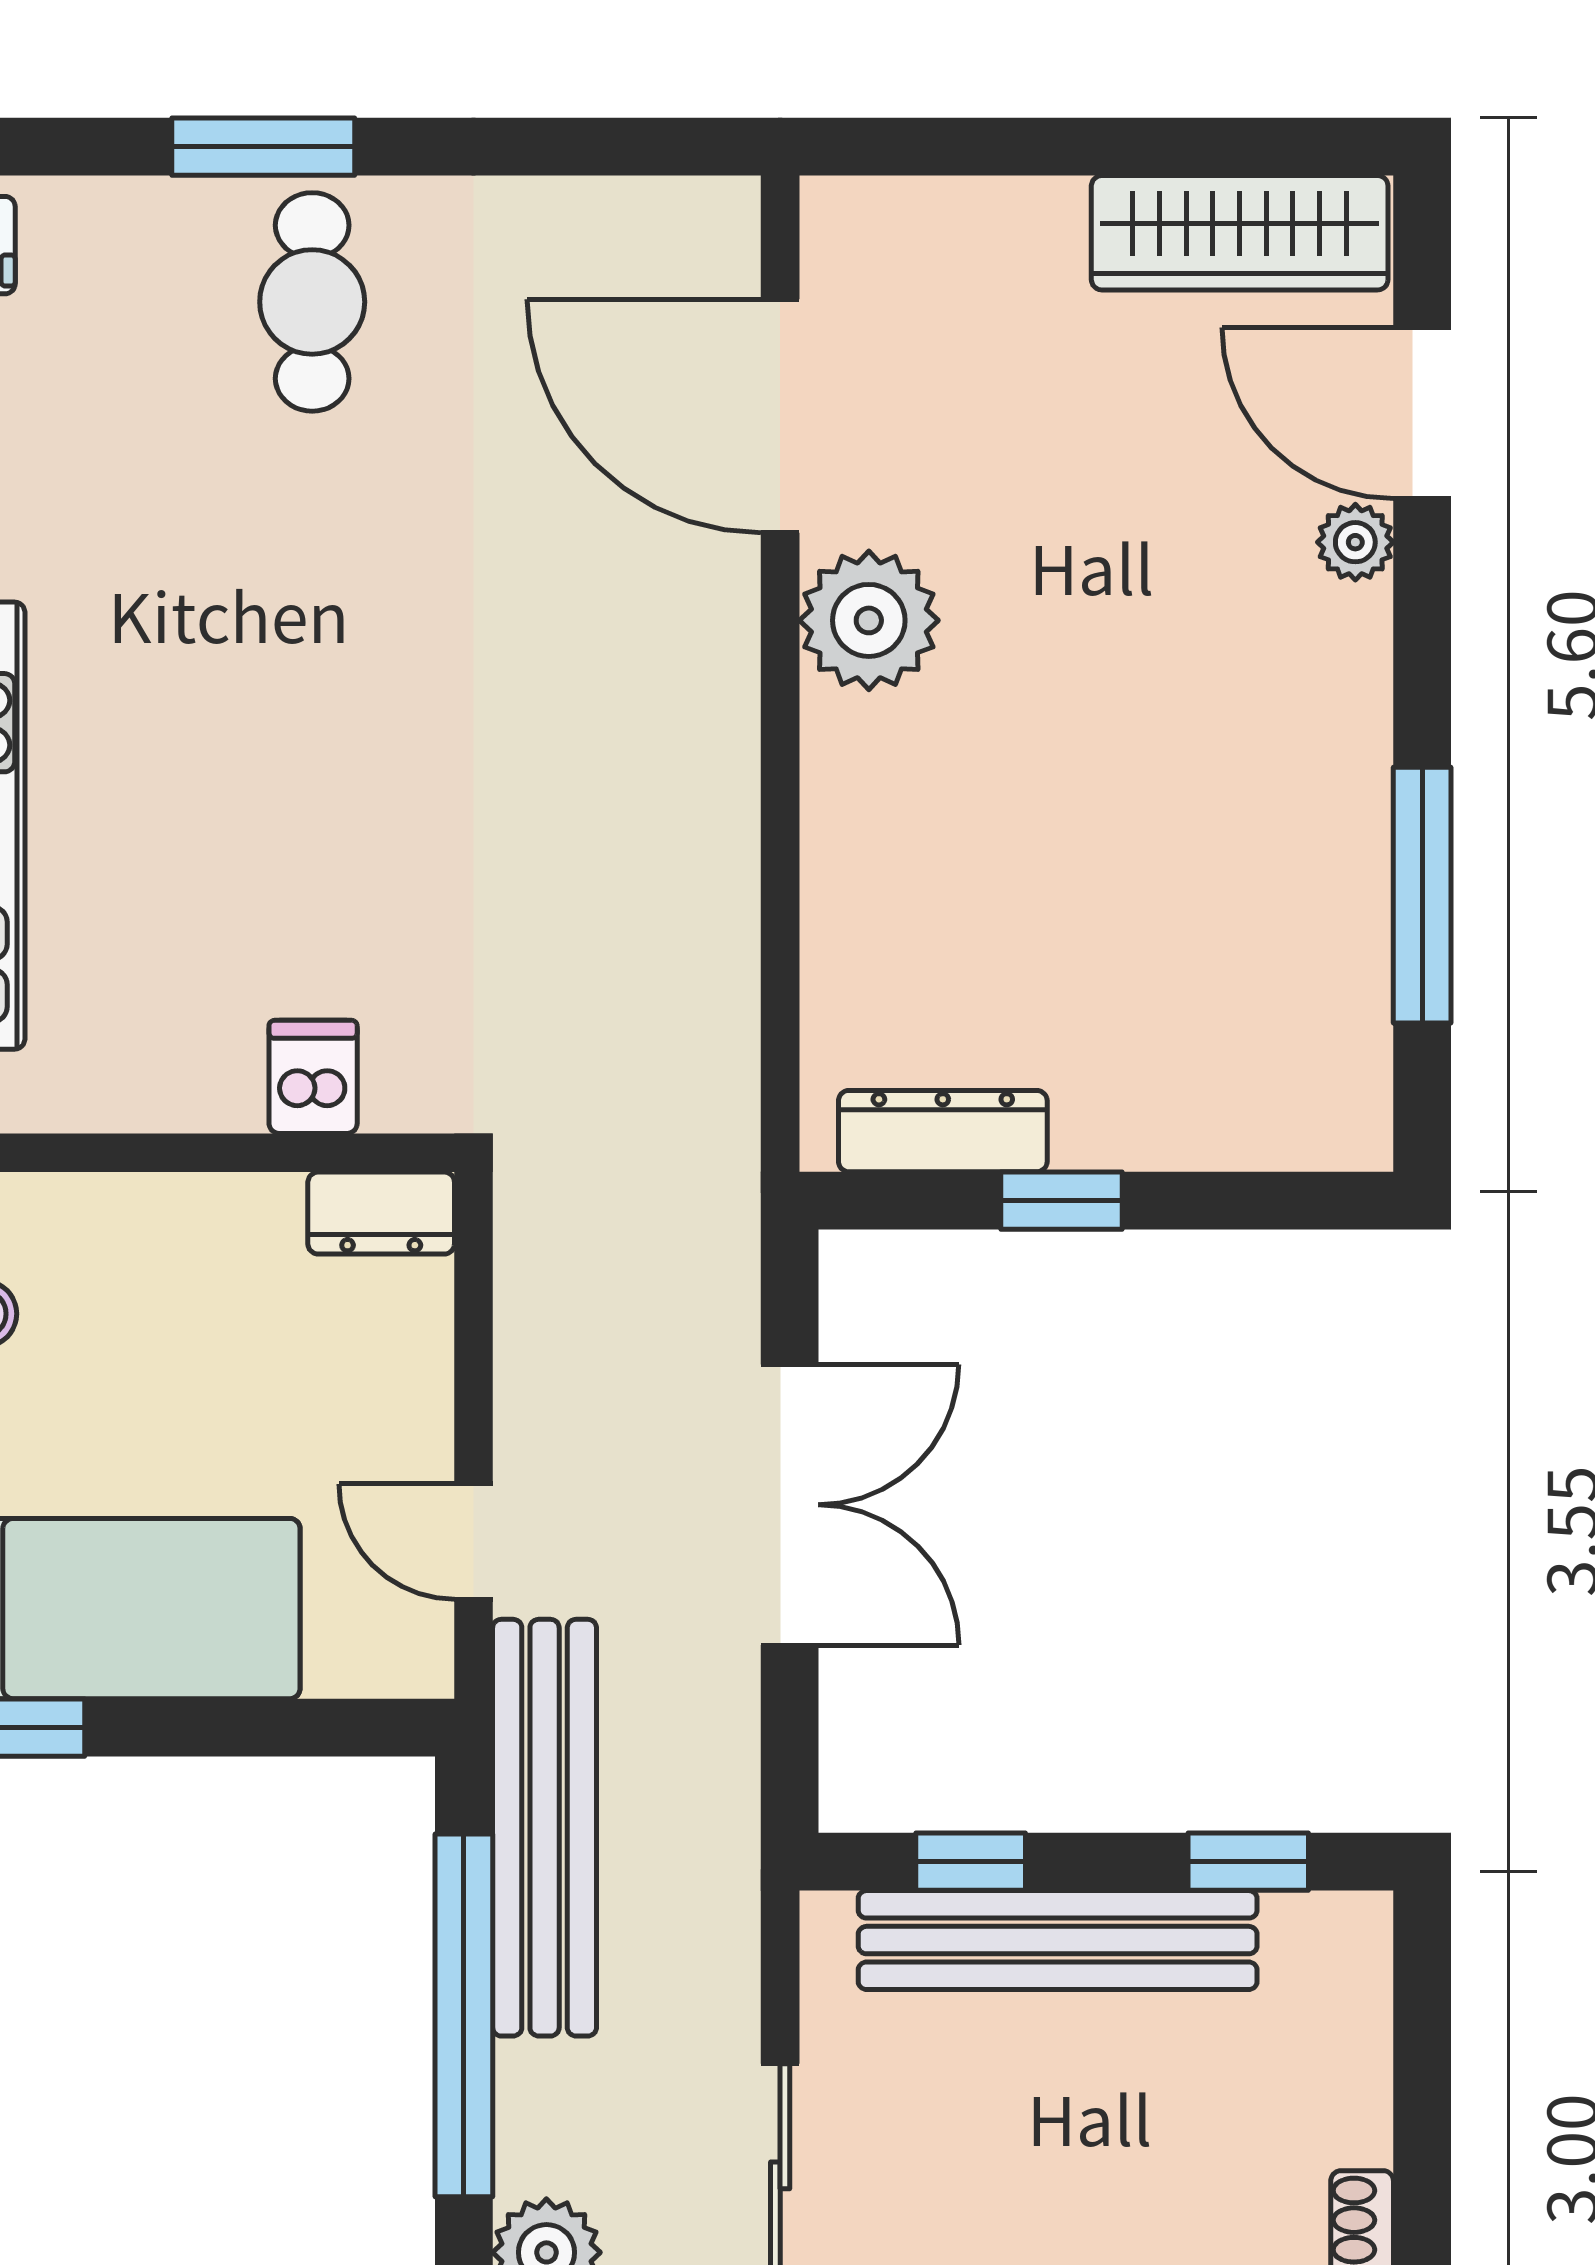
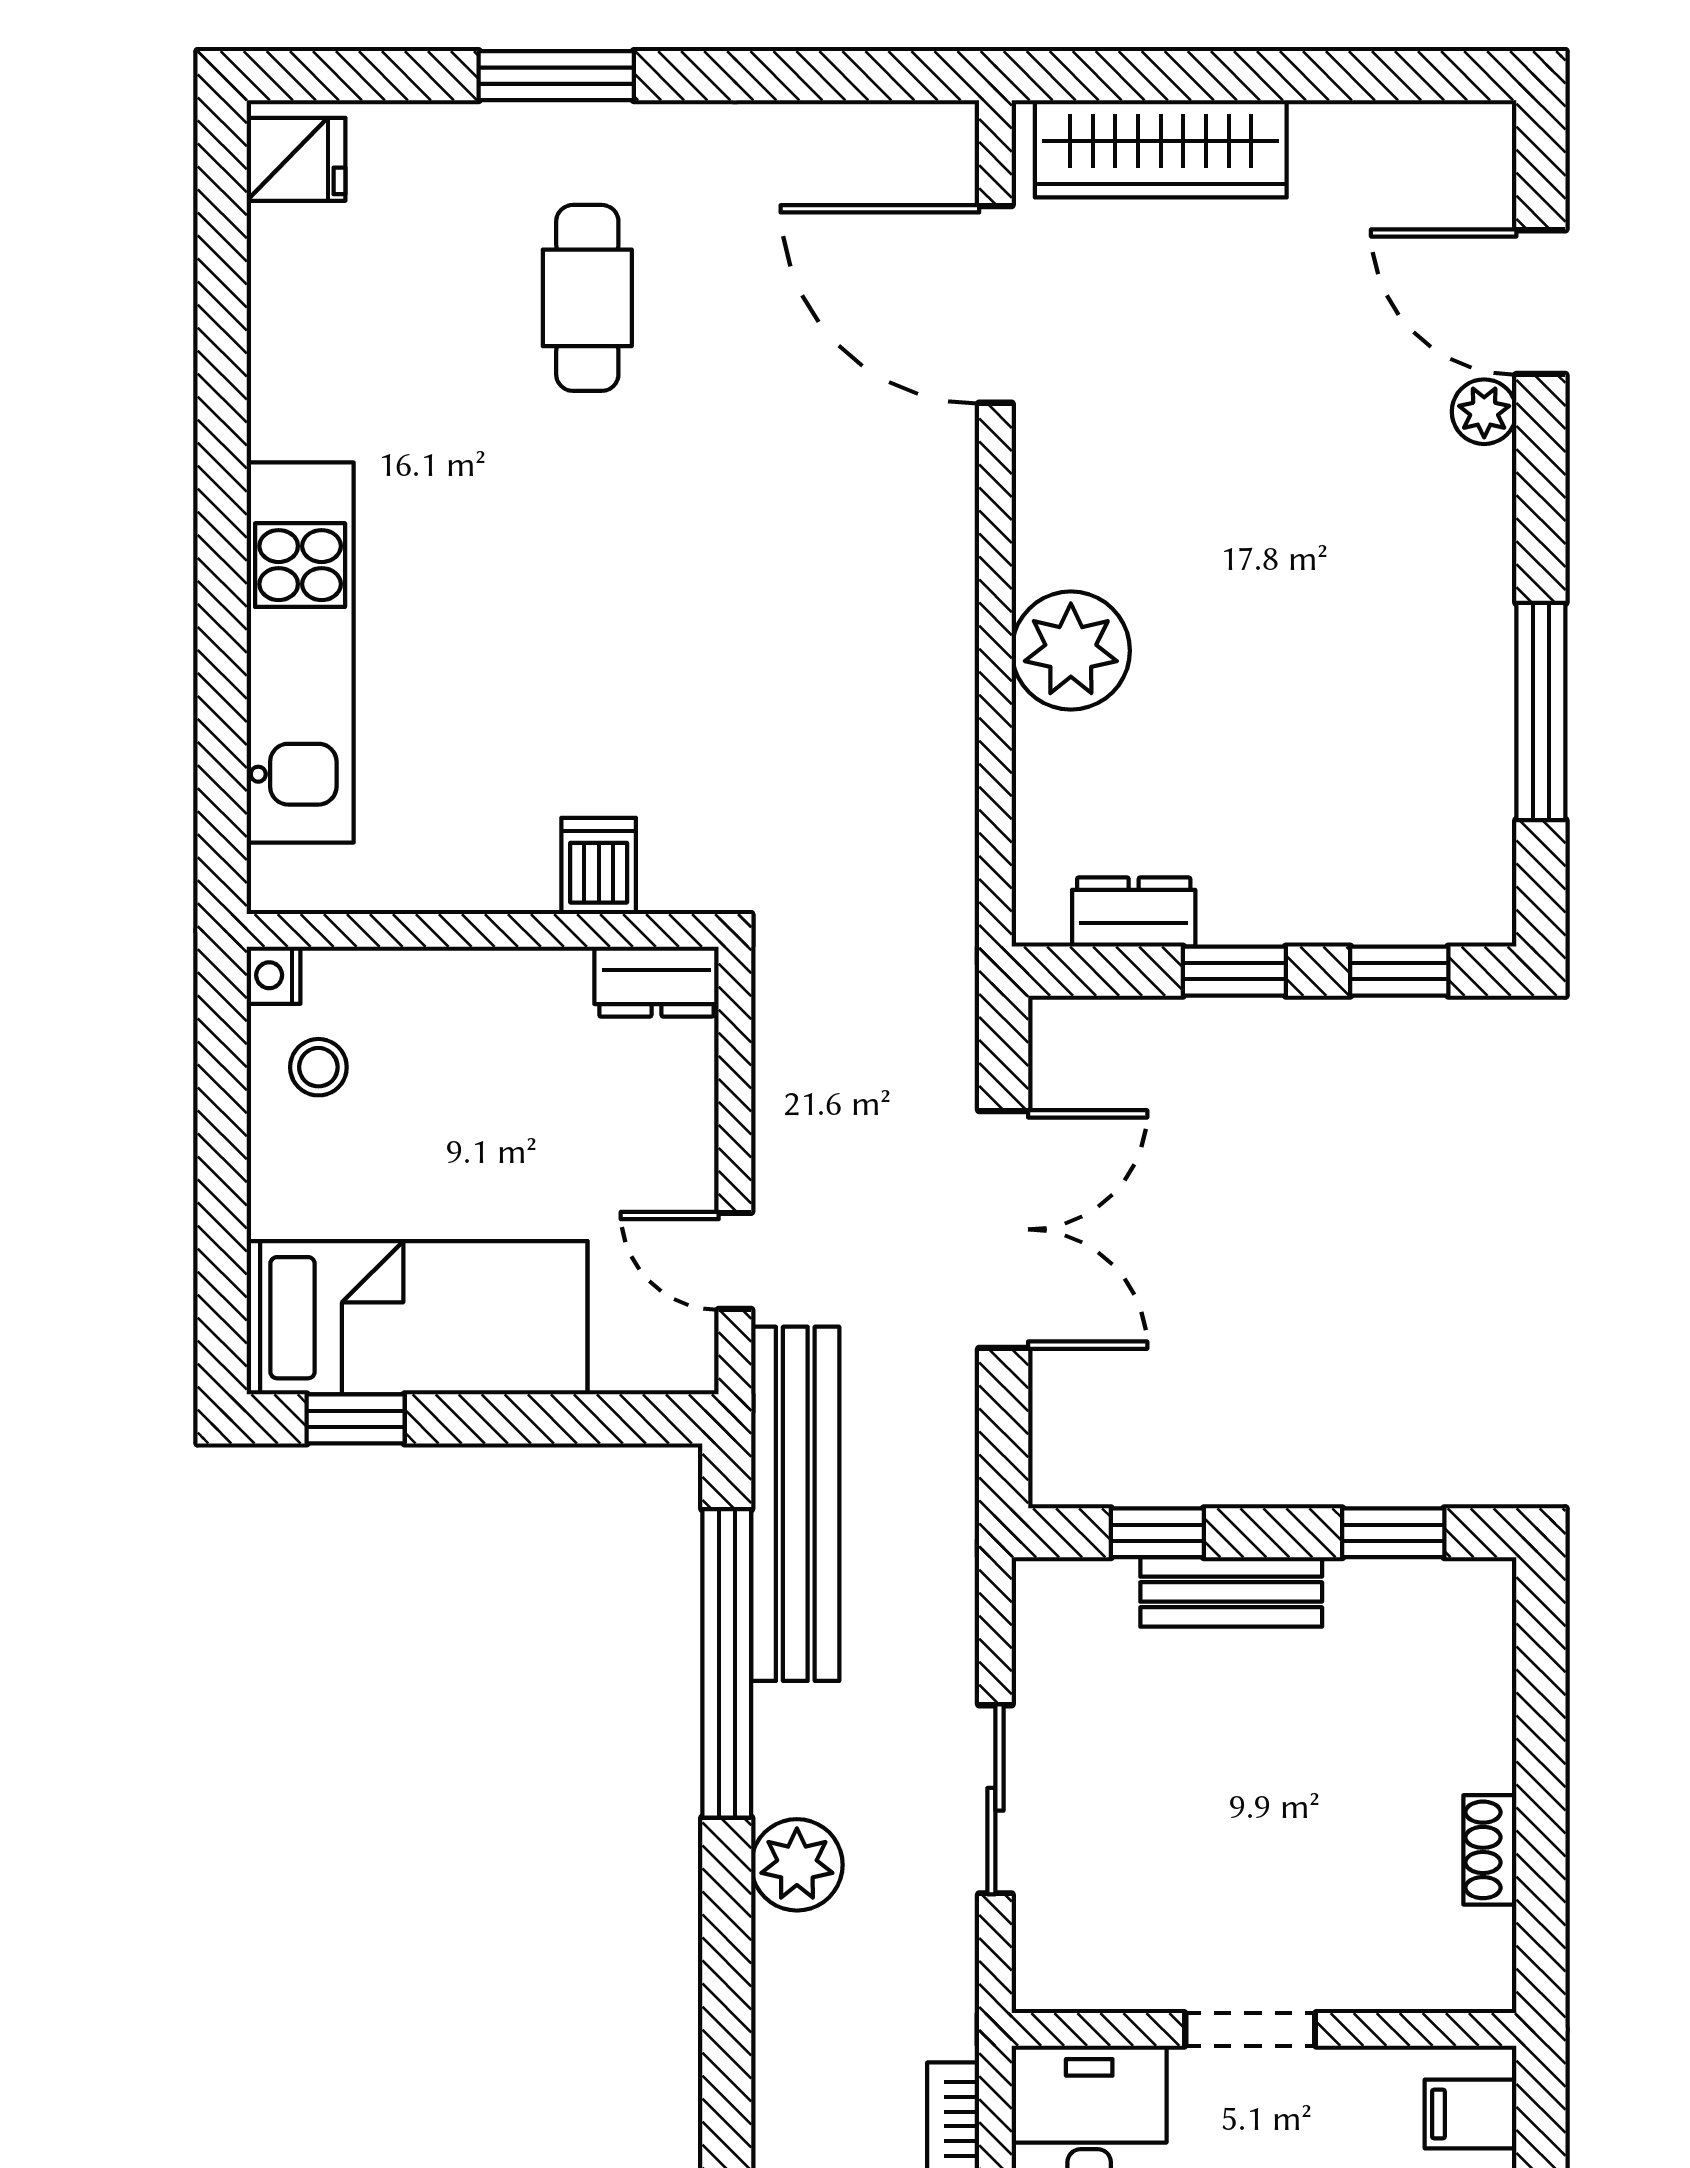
wardrobe: (1240, 233) -> (1161, 149), moved
cafe table: (312, 302) -> (587, 298), moved
plant: (869, 620) -> (1071, 651), moved
dresser: (943, 1131) -> (1134, 912), width x0.70
window: (1255, 1201) -> (1399, 971), added
bench: (1058, 1940) -> (1231, 1592), width x0.54, depth x0.82

